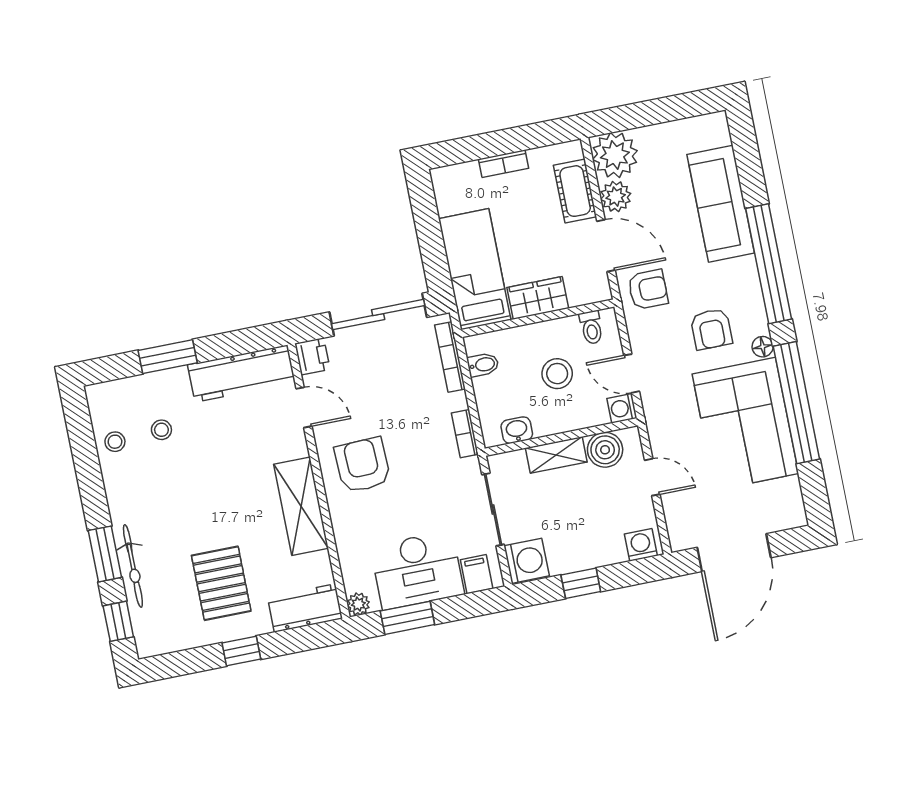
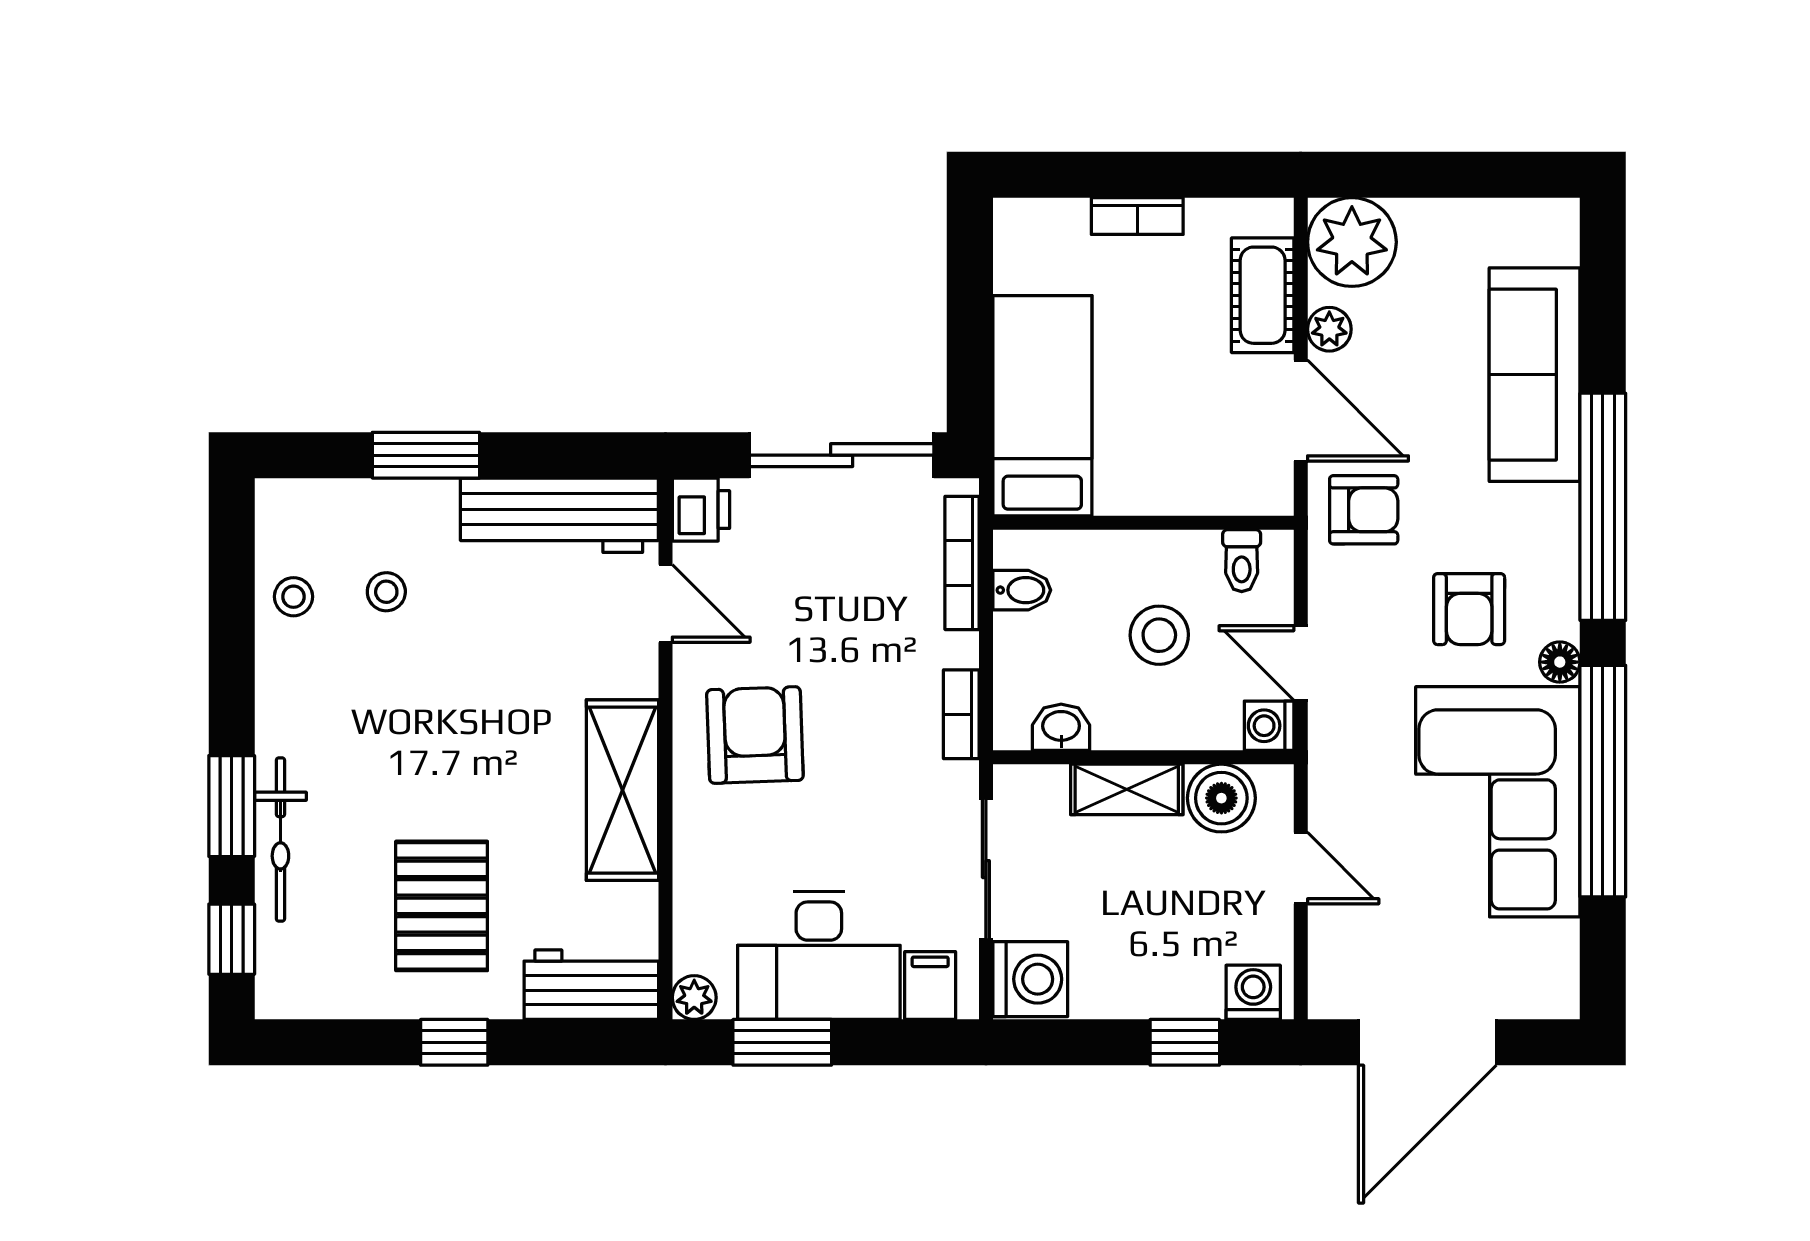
plant: (616, 197) -> (1329, 329), width x0.73, depth x0.73
wardrobe: (538, 298) -> (1151, 484), removed
window: (581, 583) -> (1185, 1042), moved

